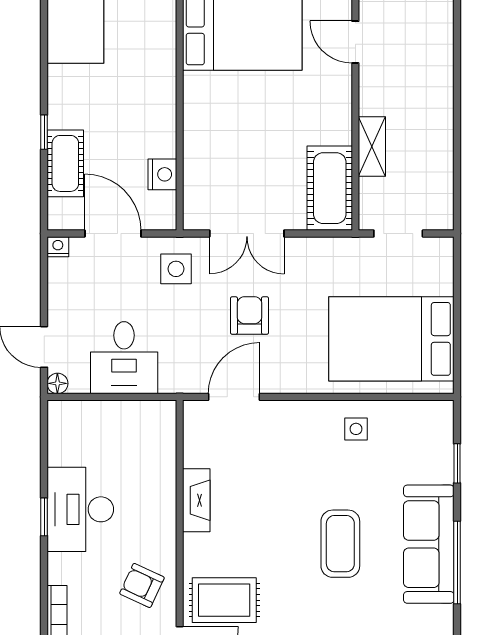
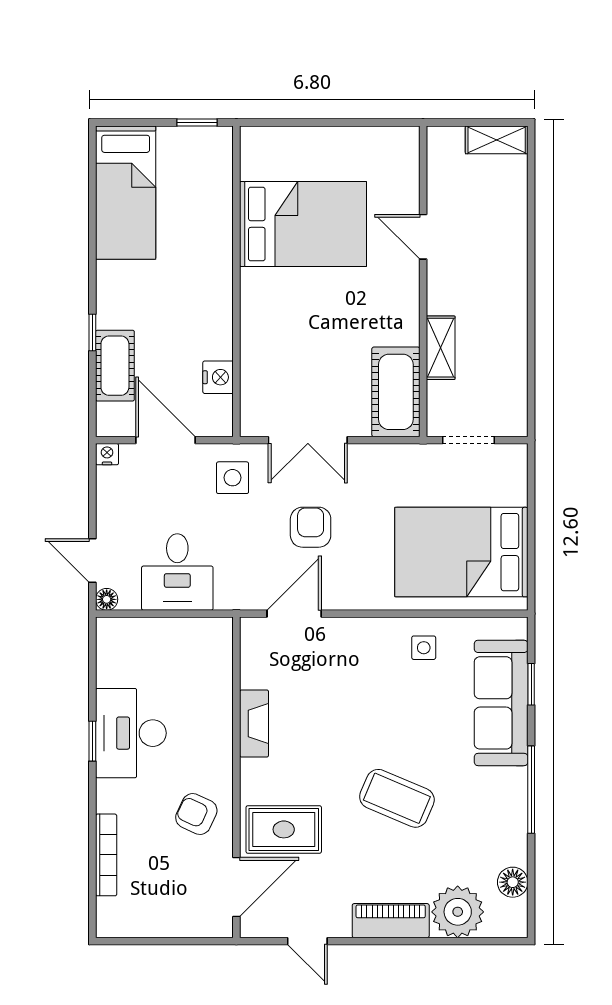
coffee table: (340, 544) -> (397, 798), moved, turned -67
sofa: (429, 544) -> (501, 703), moved

